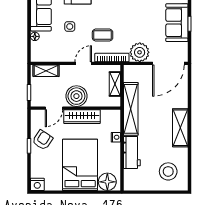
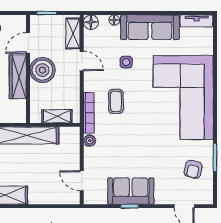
plant: (140, 52) -> (90, 141), width x0.53, depth x0.53
floor lamp: (37, 56) -> (91, 22), added
door: (83, 63) -> (82, 61), moved
door: (168, 63) -> (82, 181), width x0.53
door: (54, 108) -> (28, 43), hinge flipped

